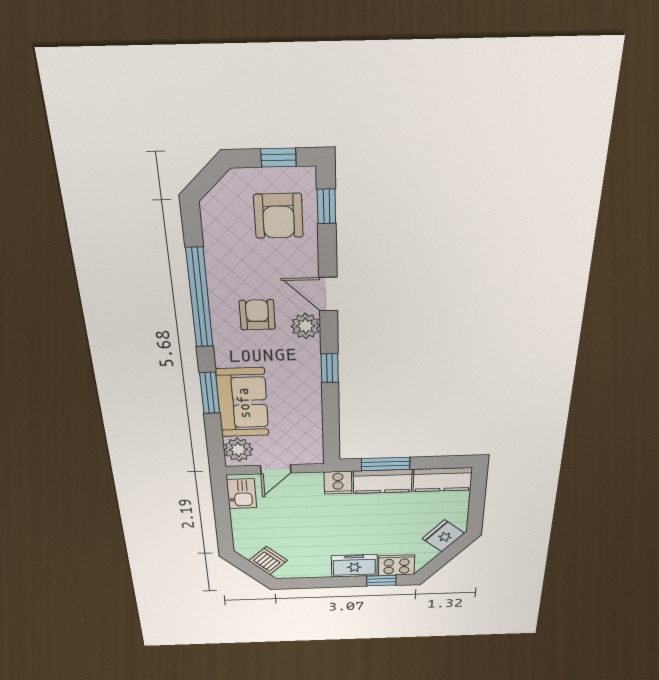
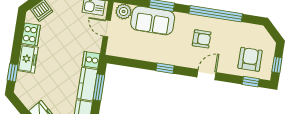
armchair: (278, 216) -> (250, 59), turned 90
plant: (306, 326) -> (191, 61), removed
cooker: (397, 565) -> (31, 34), moved

